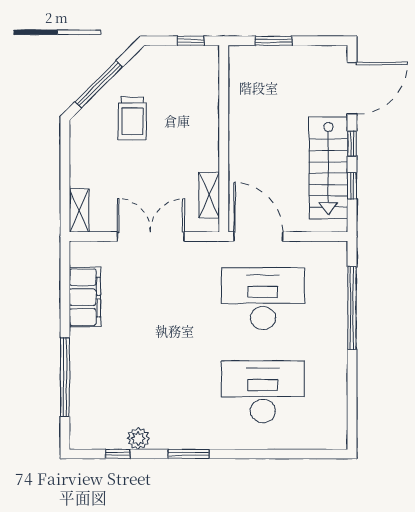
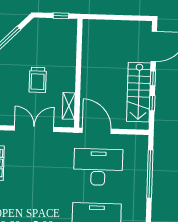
window: (274, 41) -> (109, 17), removed
trolley: (132, 118) -> (38, 80), moved

